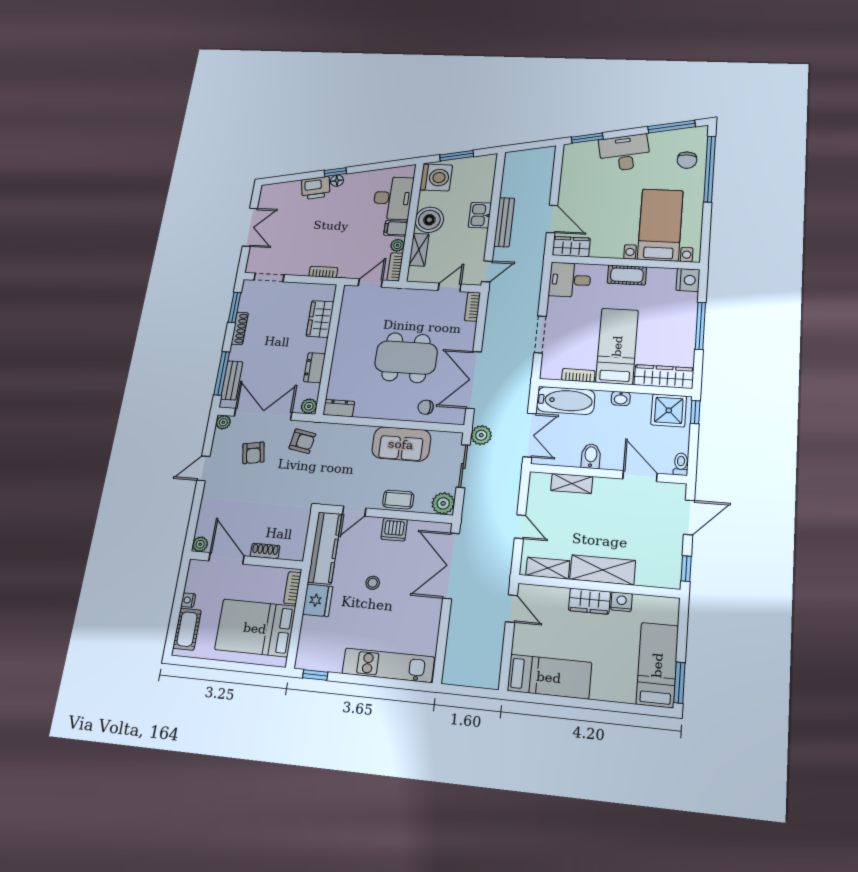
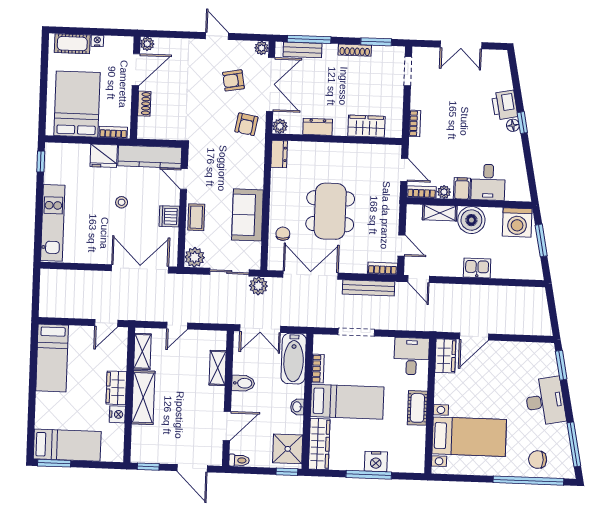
desk: (393, 198) -> (488, 182), width x0.73
bench: (504, 222) -> (368, 288), moved
nightstand: (688, 280) -> (376, 461), moved

